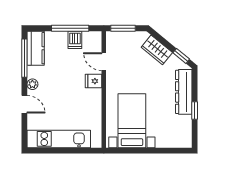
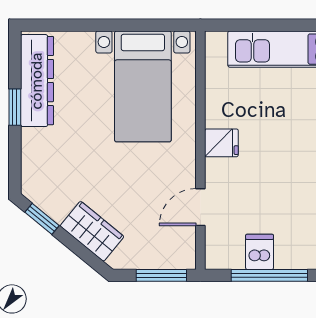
door: (104, 62) -> (200, 207), swing flipped
fridge: (94, 81) -> (221, 143), moved
dresser: (184, 92) -> (37, 81), moved

